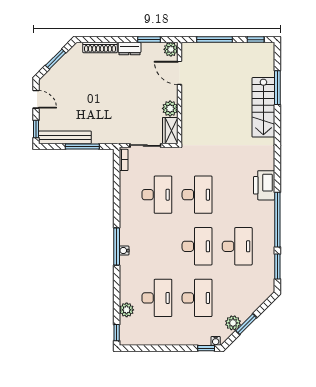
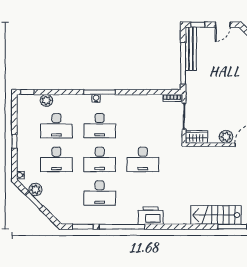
plant: (170, 108) -> (226, 137), moved
window: (82, 147) -> (183, 63), width x1.46
desk: (157, 195) -> (100, 126), moved
window: (206, 348) -> (14, 141), moved

